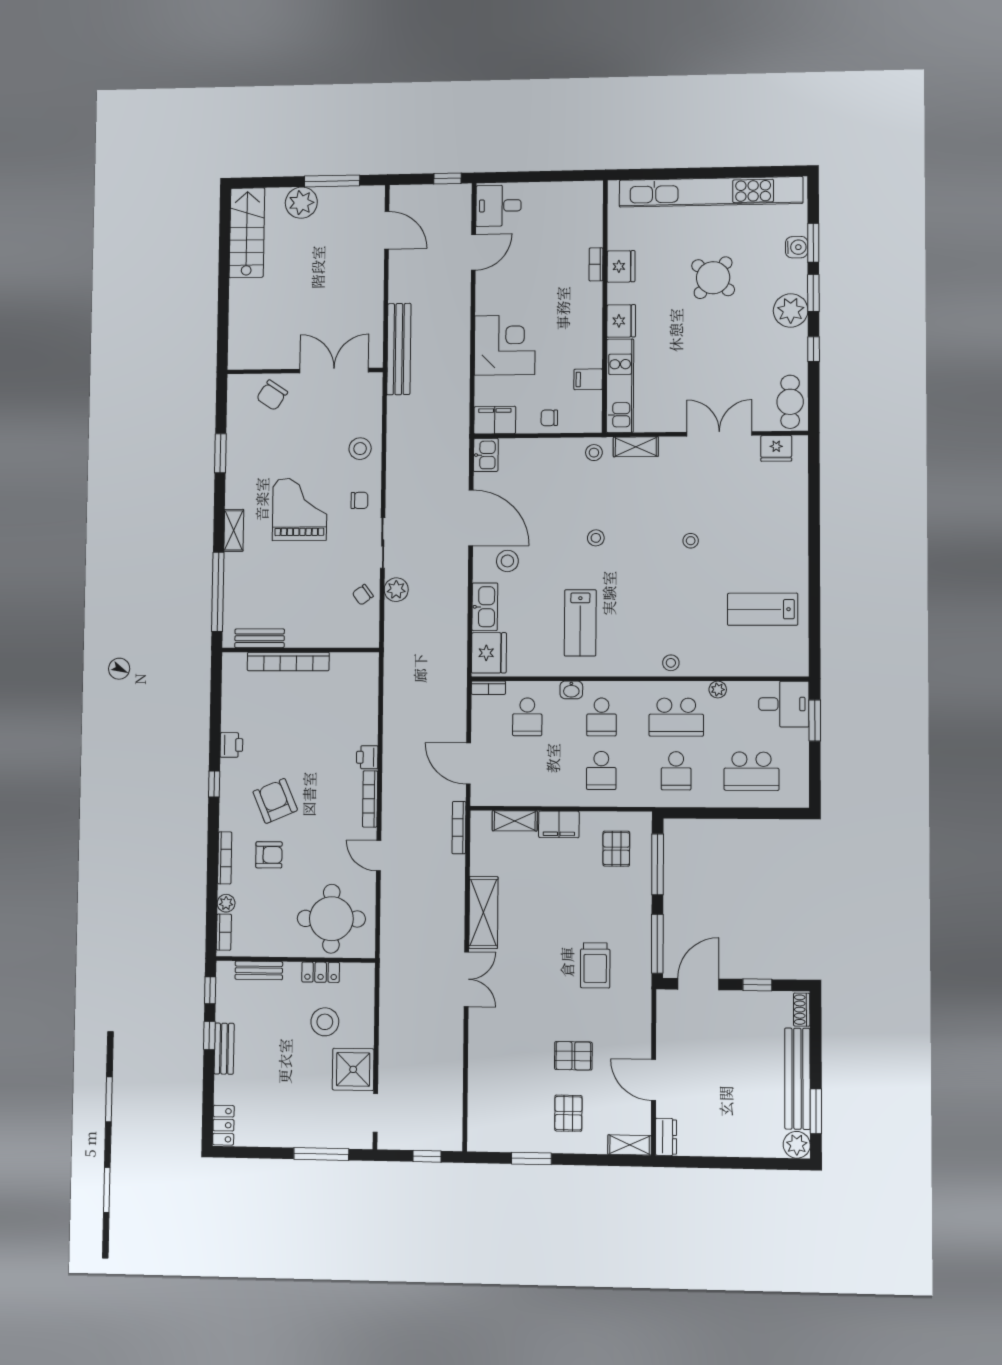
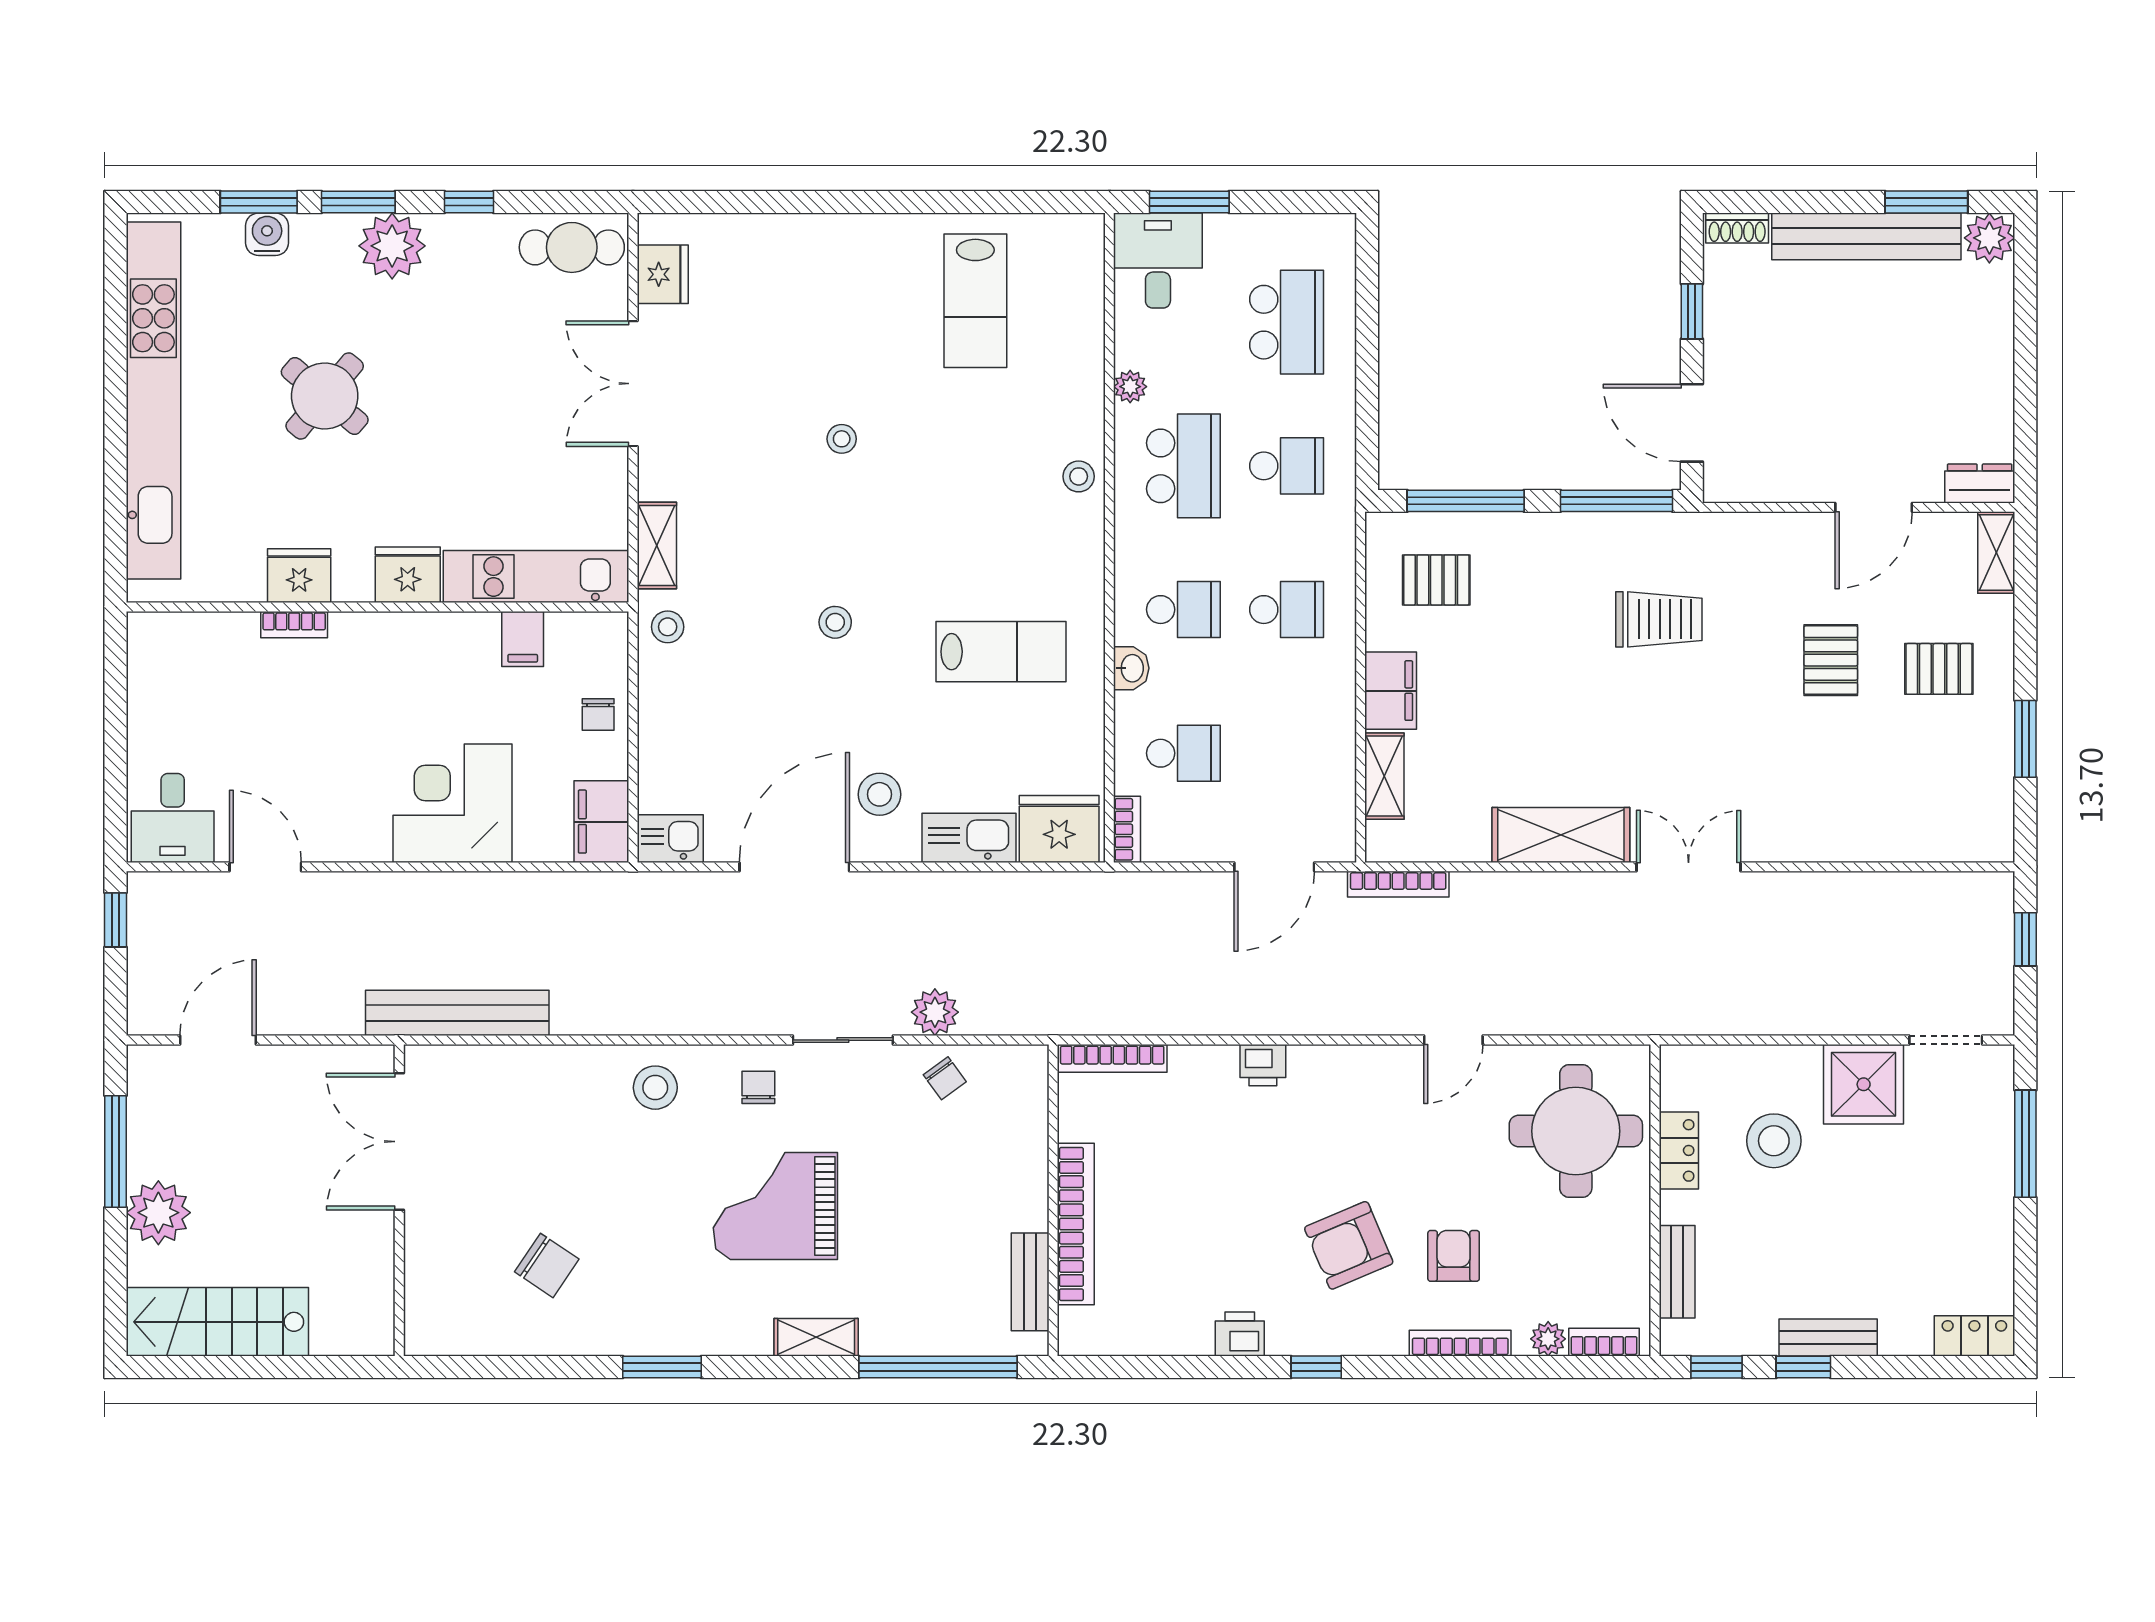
wall: (305, 371) -> (399, 1200), moved
double door: (334, 371) -> (399, 1142), moved
bookcase: (370, 799) -> (1112, 1058), moved

